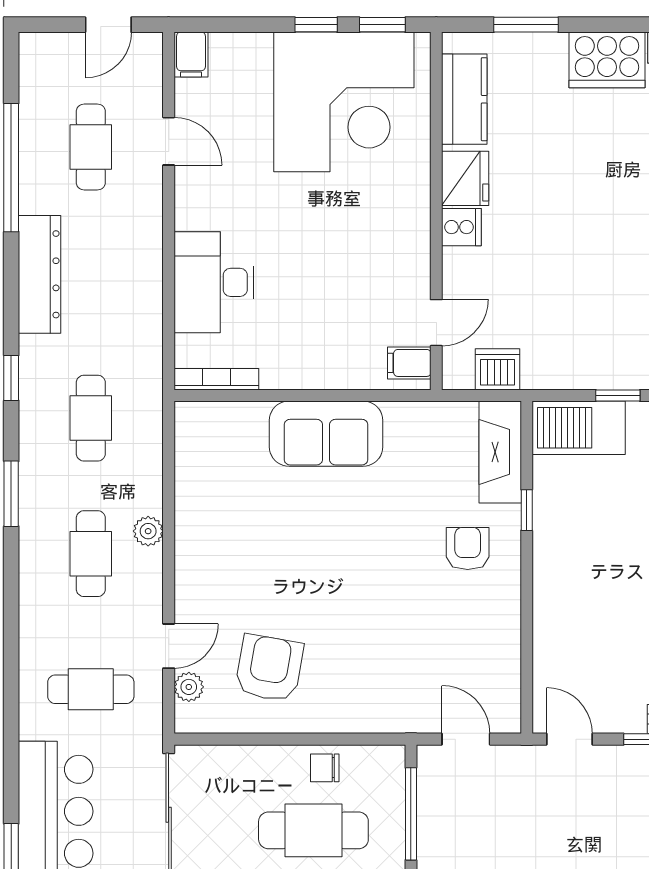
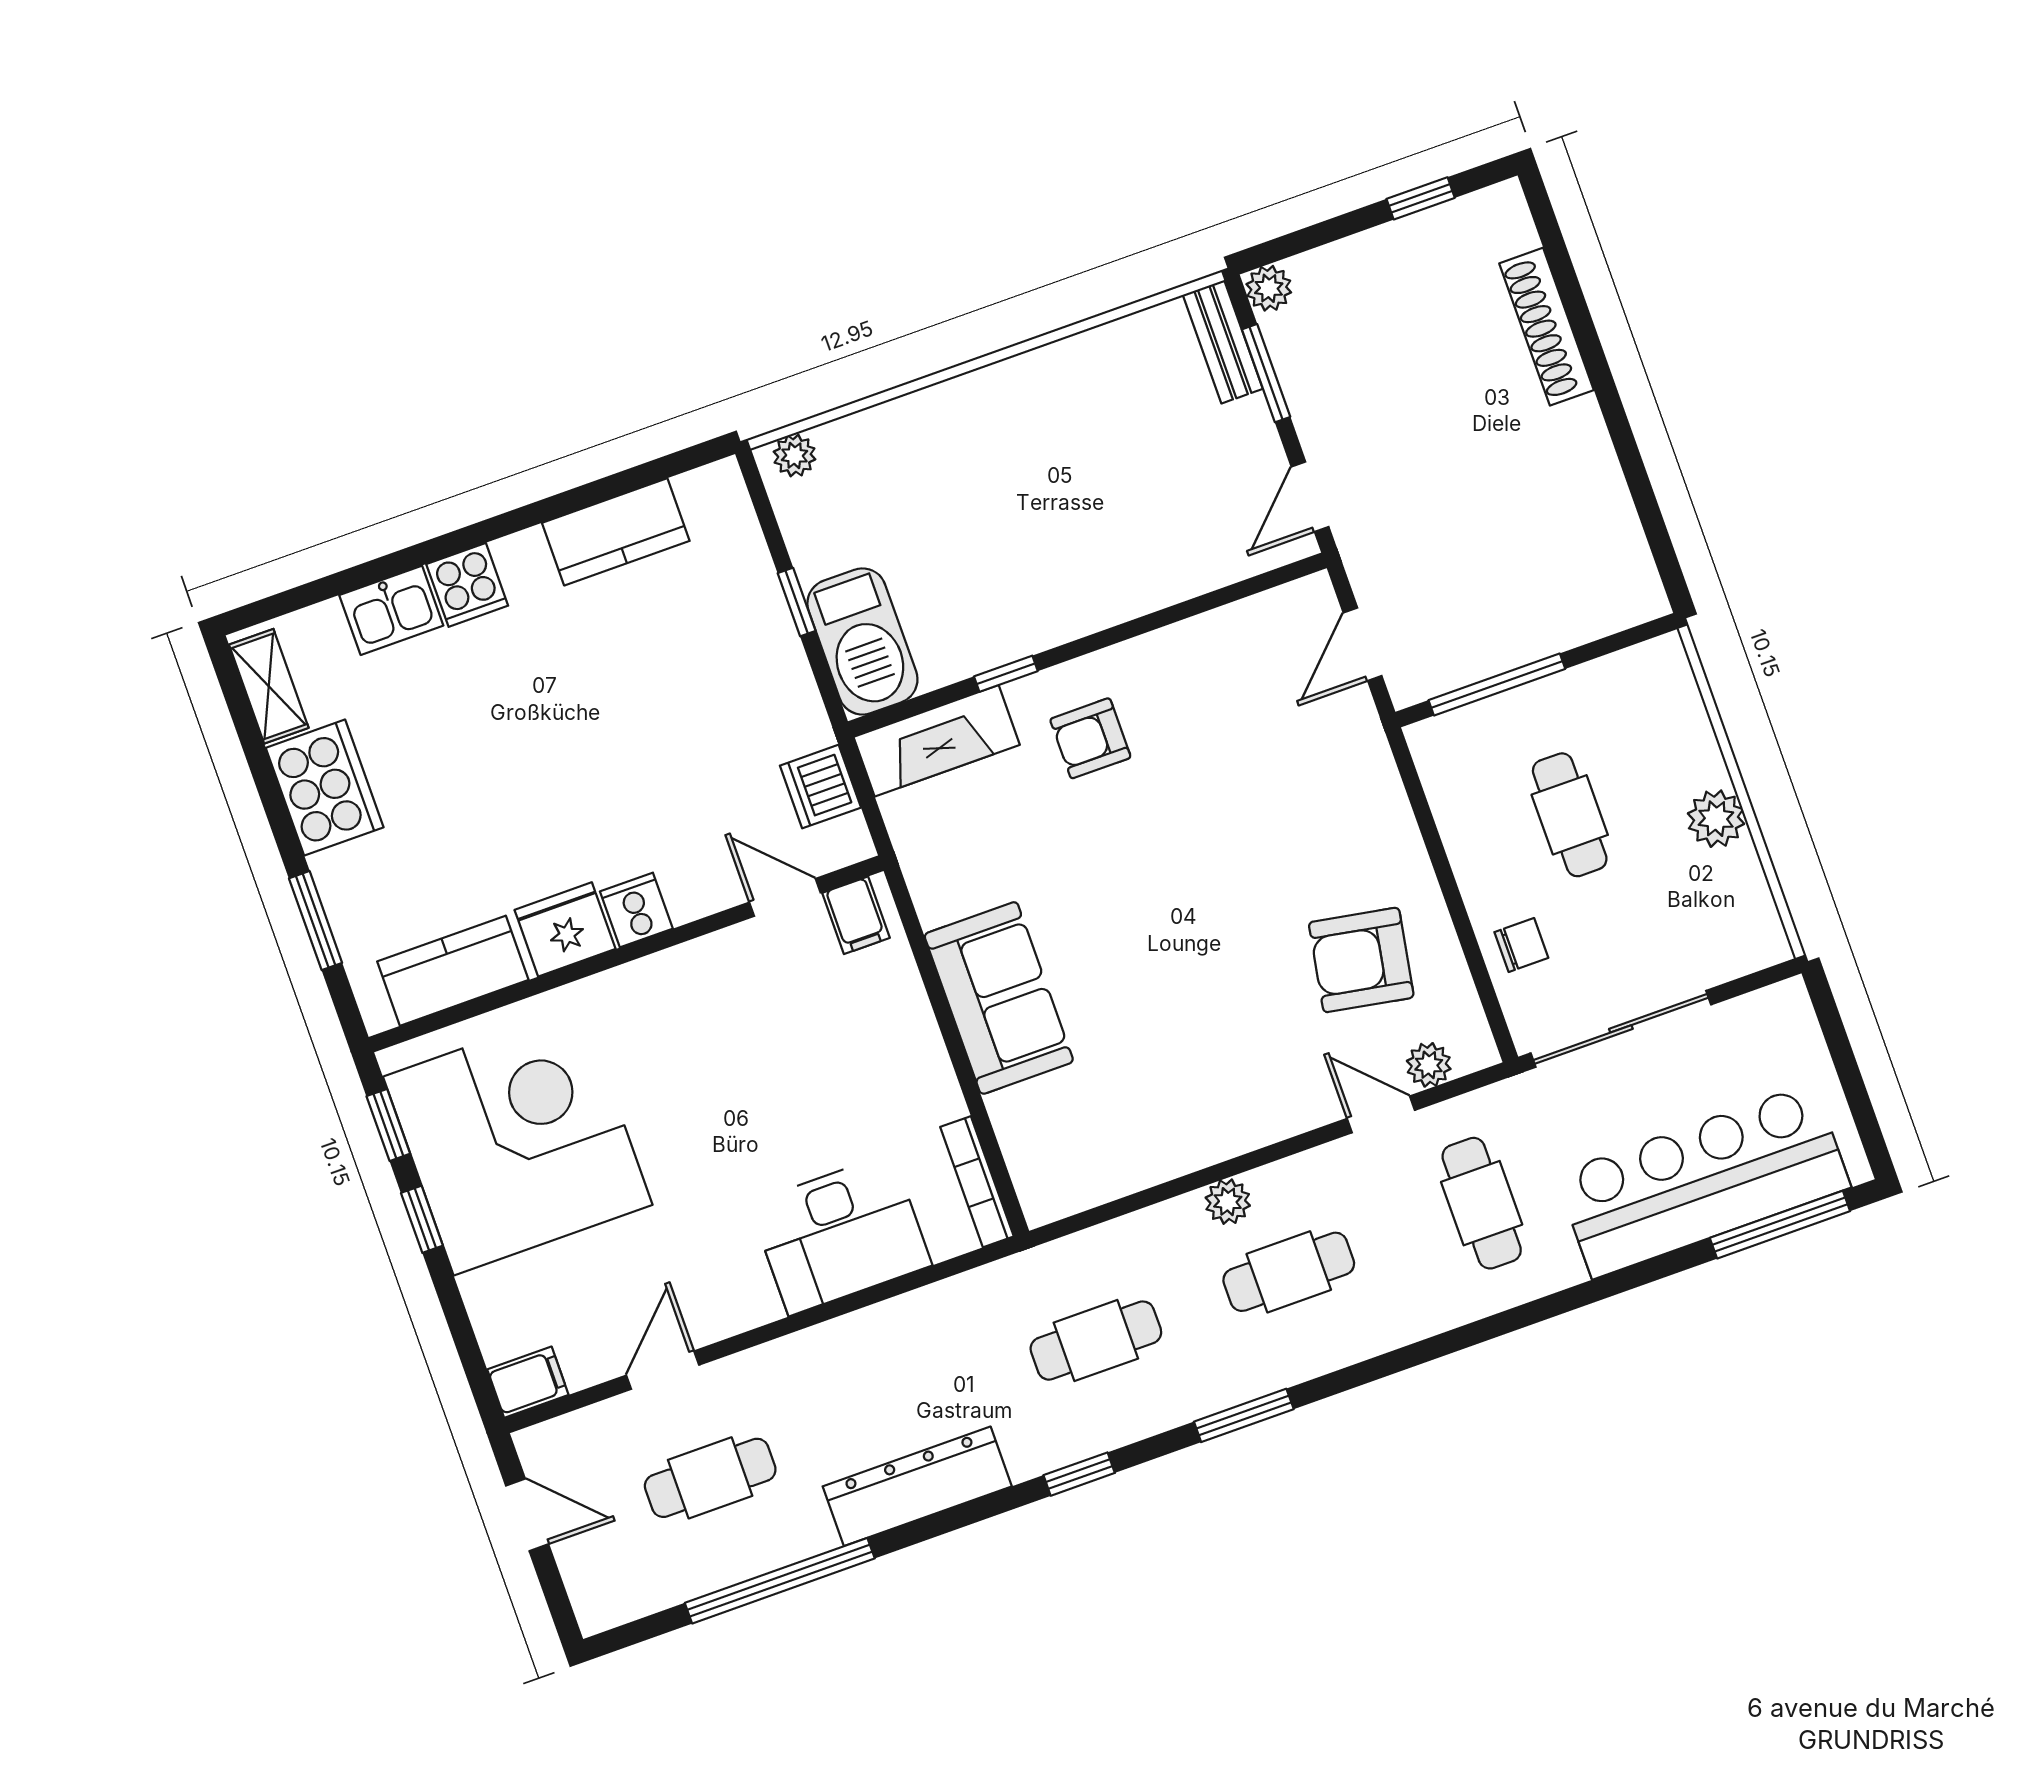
chair: (325, 768) -> (1521, 945), moved, turned -90
cafe table: (313, 830) -> (1570, 815), width x0.73, depth x0.74

